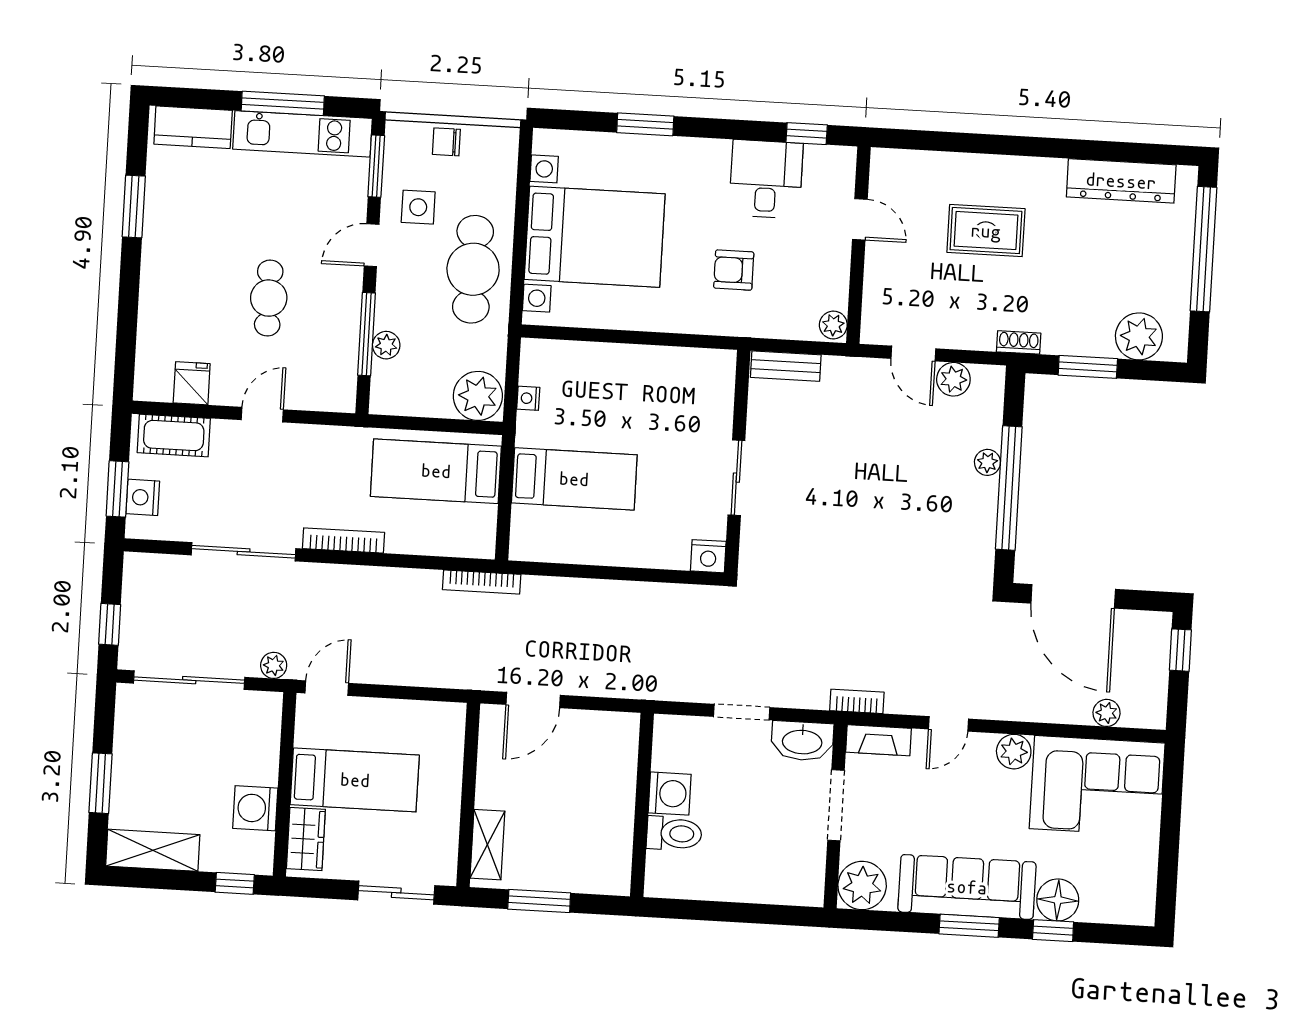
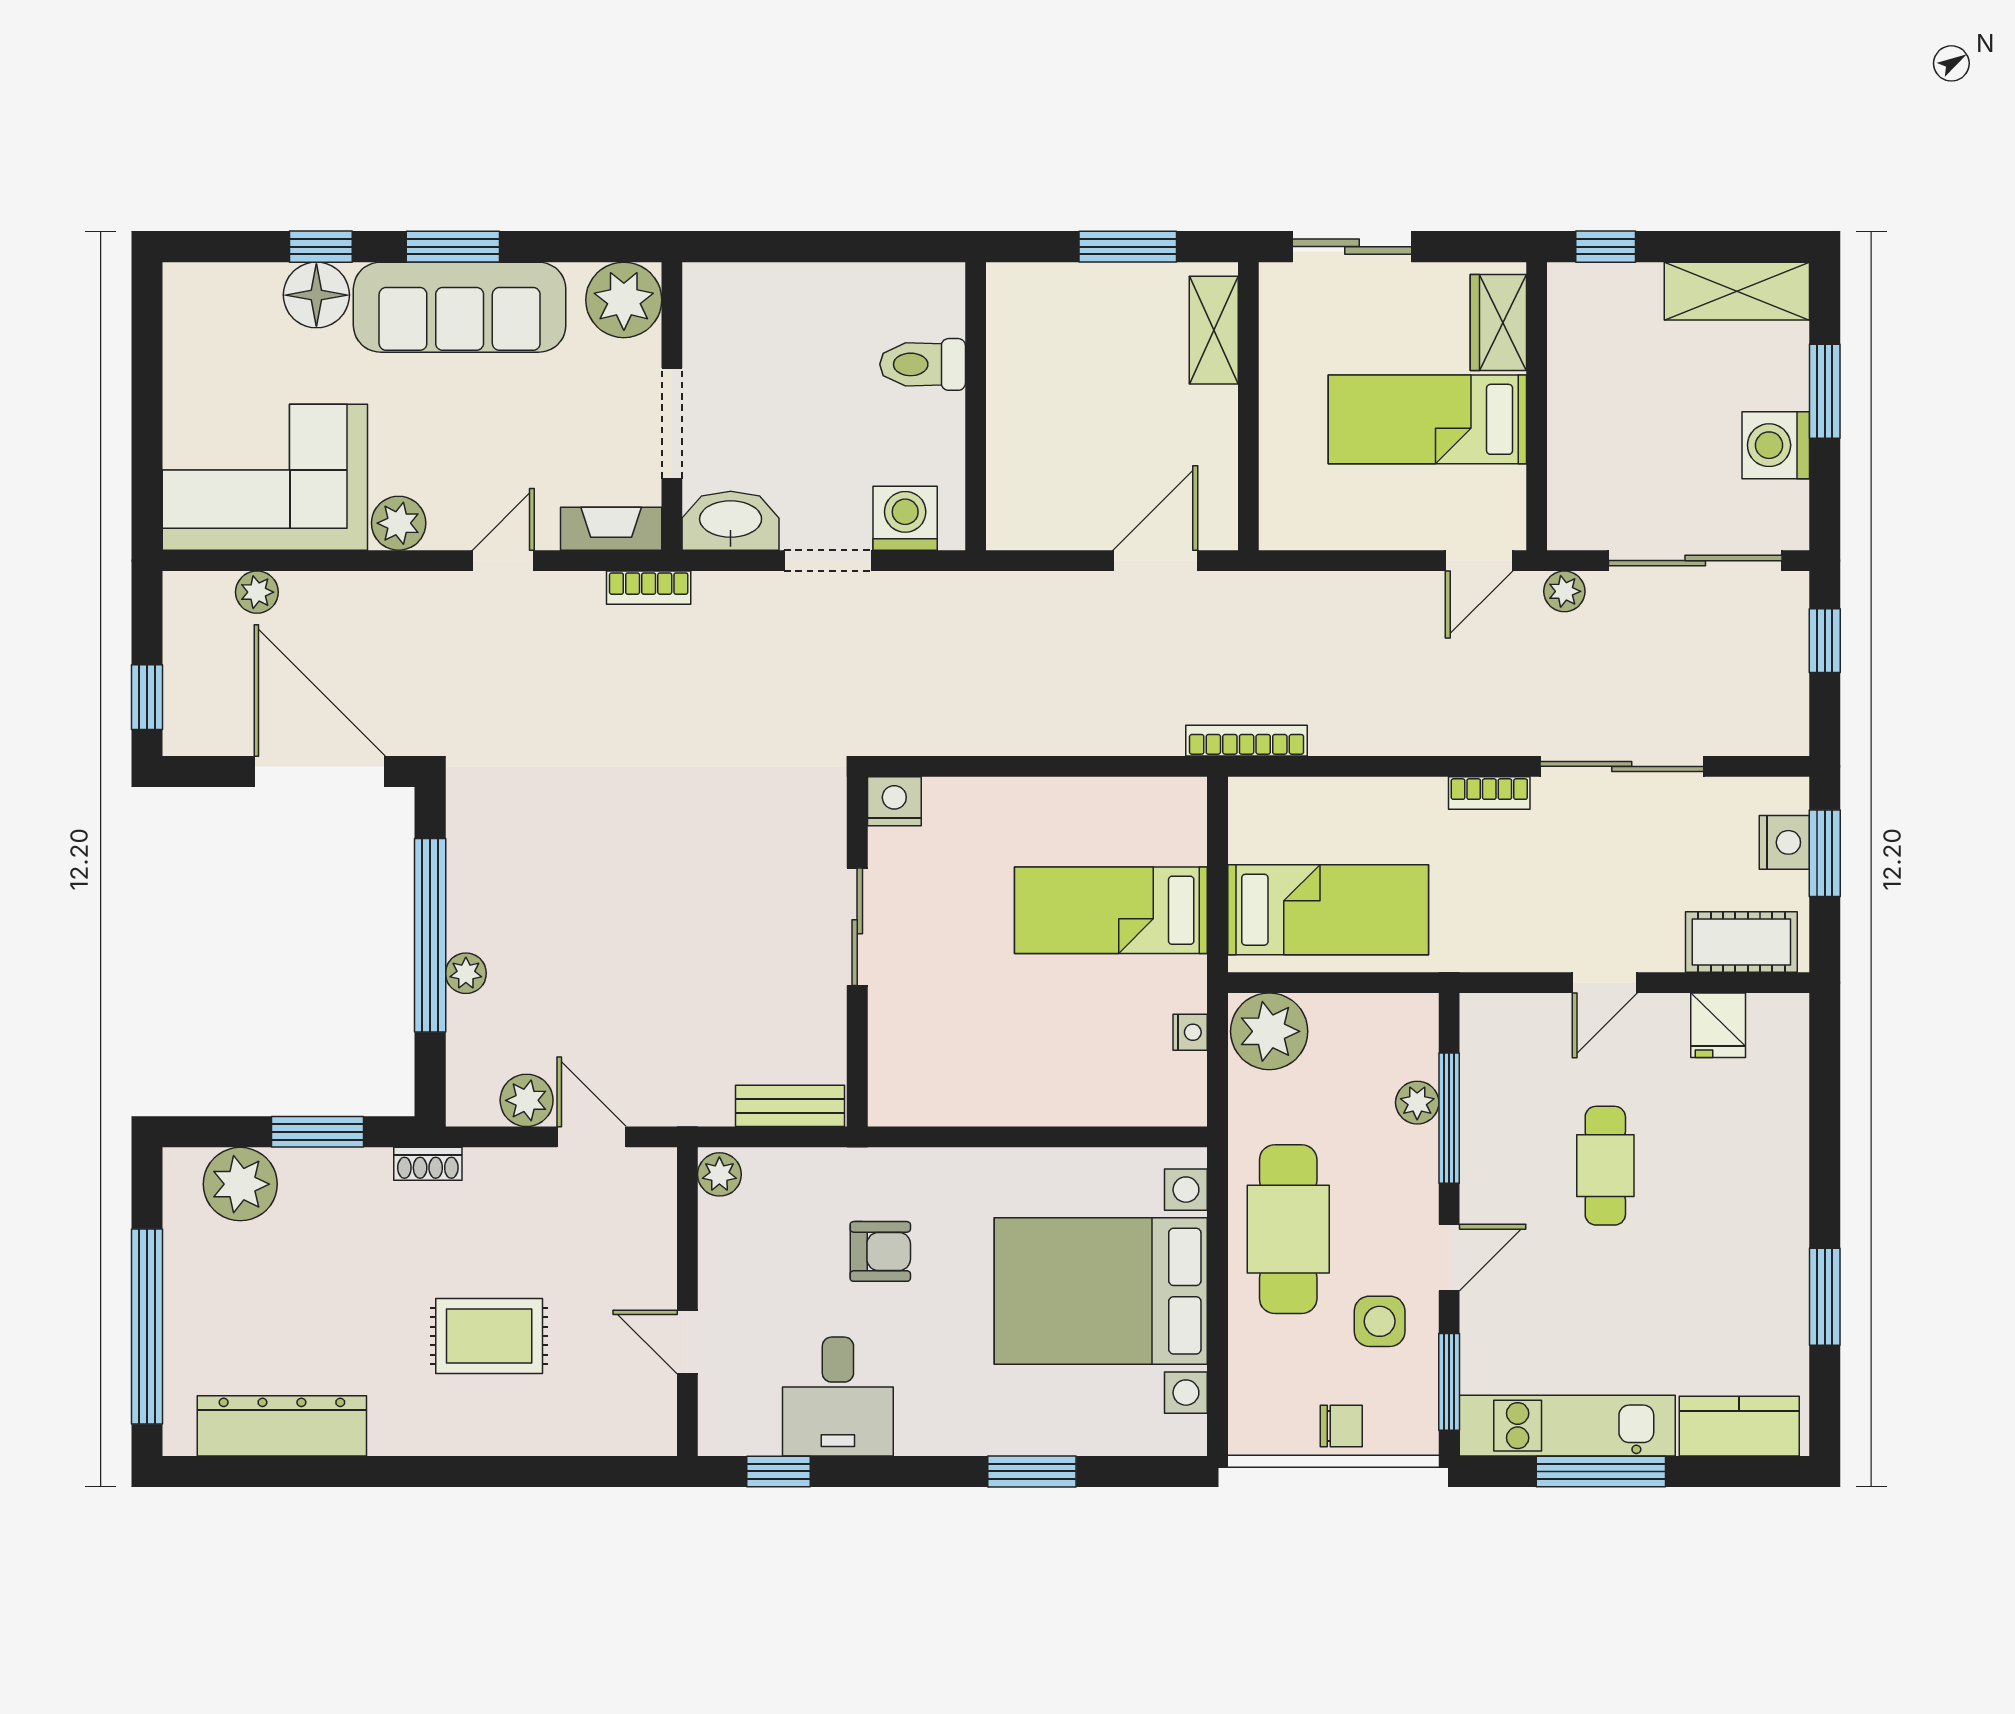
bookcase: (344, 541) -> (1489, 793), width x0.64
washing machine: (670, 794) -> (905, 518), moved, turned 90
washing machine: (255, 808) -> (1776, 445), moved, turned 180

